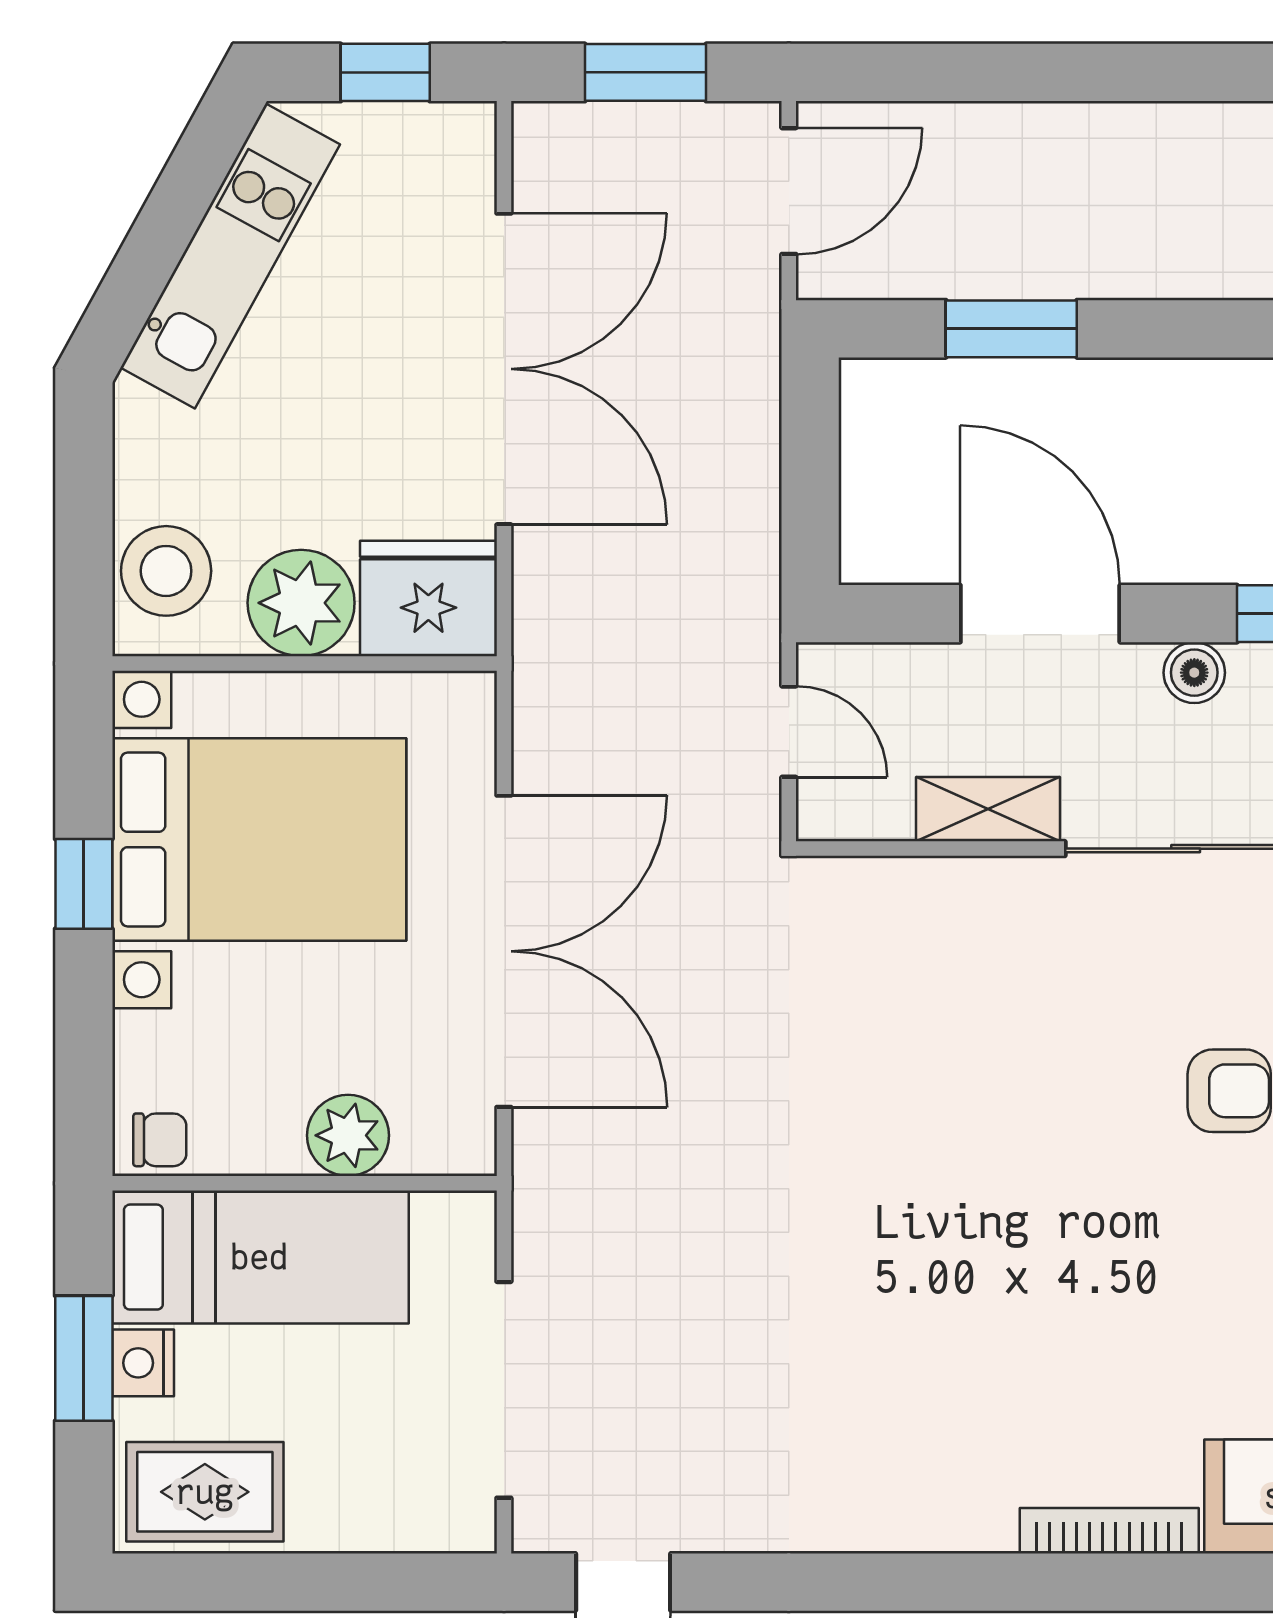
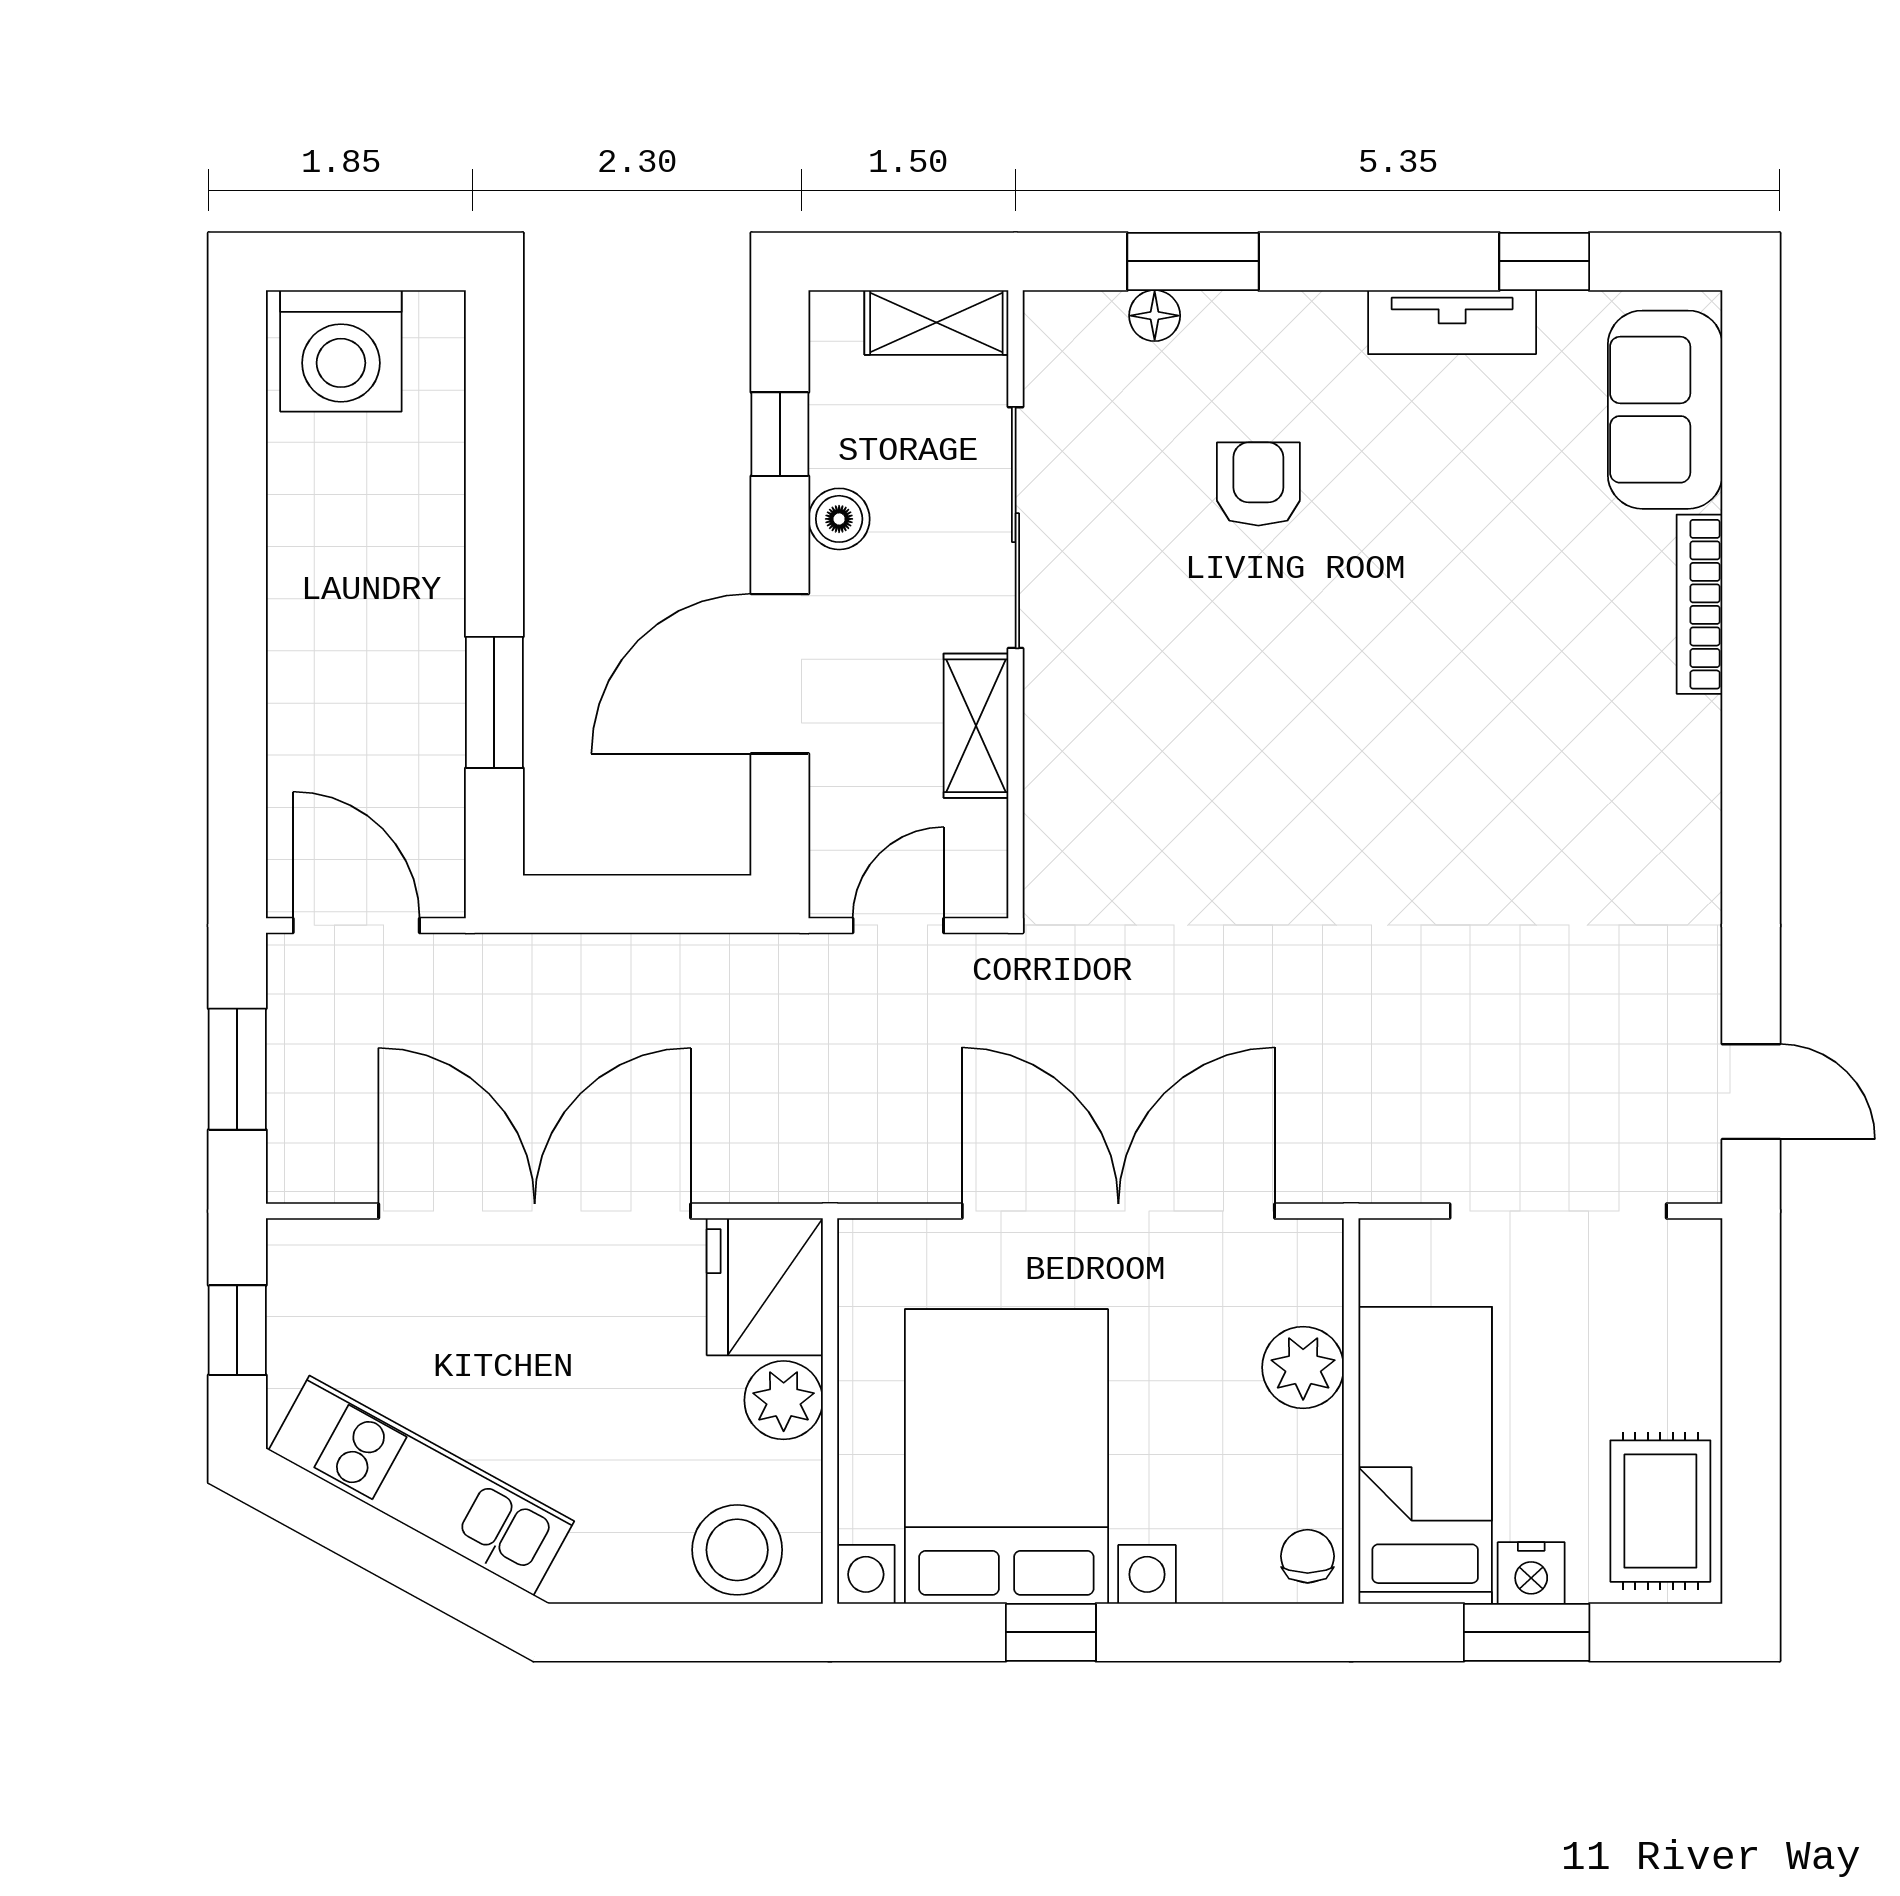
plant: (301, 603) -> (784, 1400), width x0.73, depth x0.73

